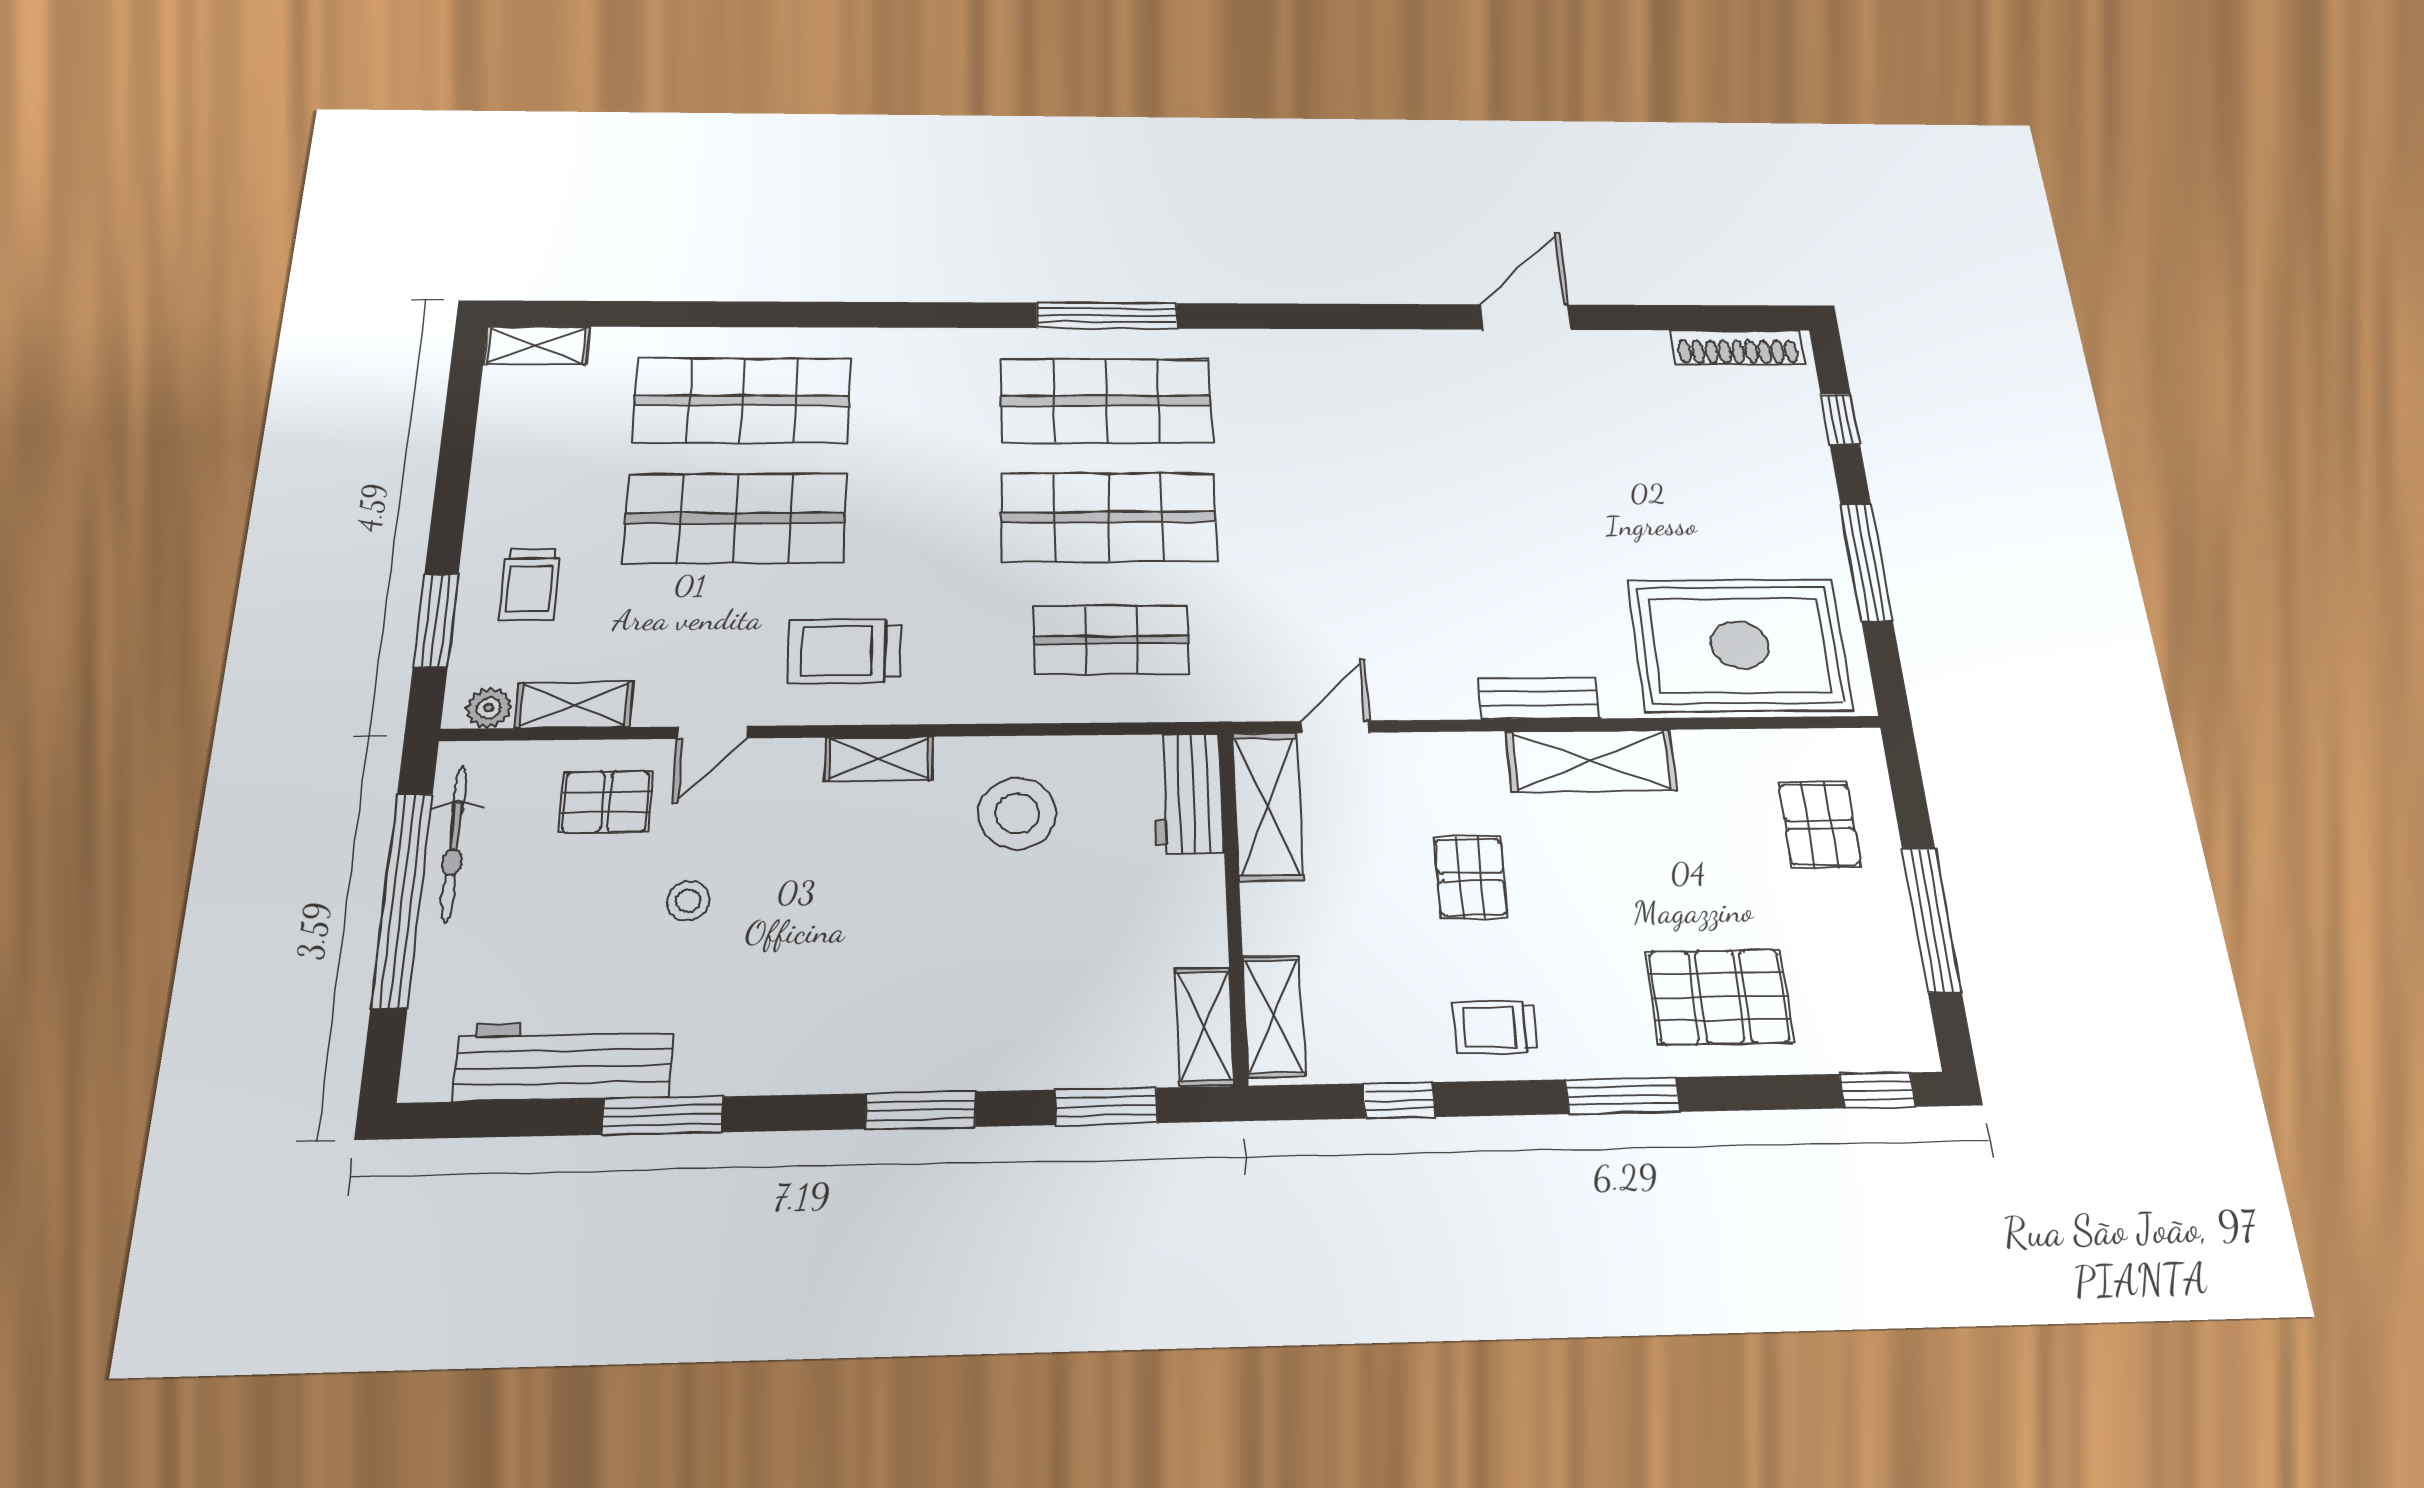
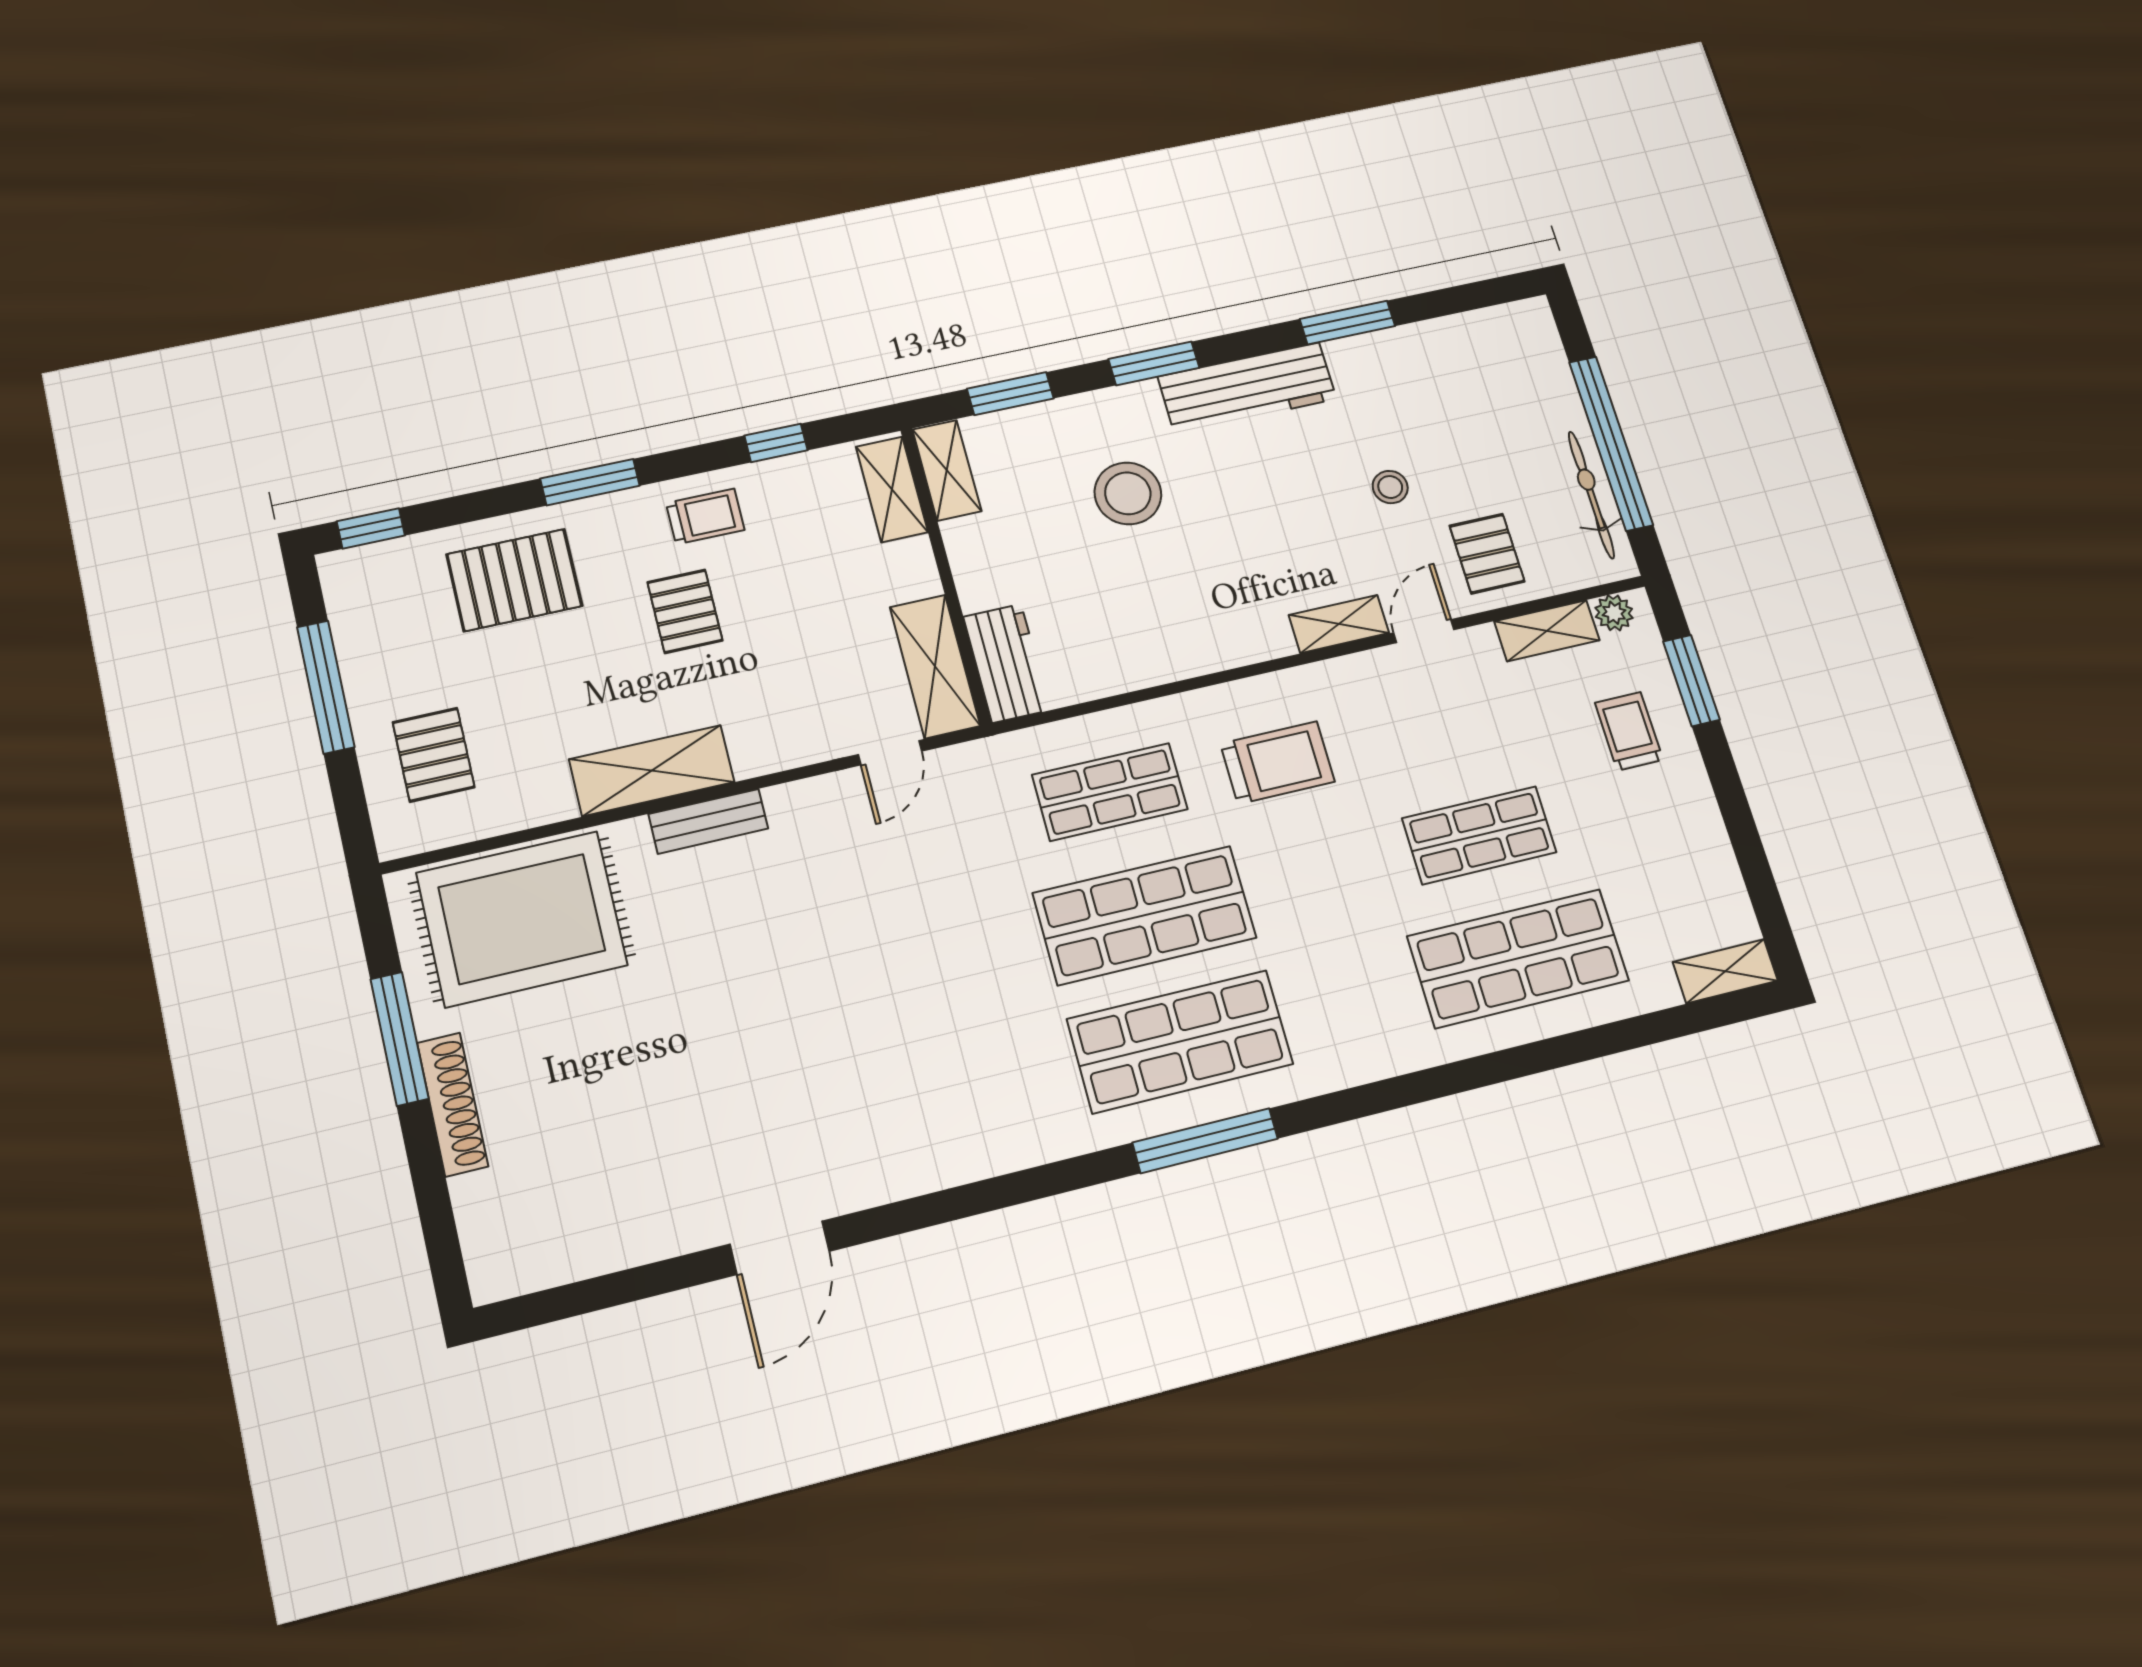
shoe rack: (1737, 347) -> (453, 1104), moved, turned 90
window: (1840, 419) -> (434, 1203), removed
shop shelf: (735, 518) -> (1479, 835), width x0.70, depth x0.74
trolley: (844, 651) -> (1277, 763), moved
shelving: (879, 759) -> (1339, 624), moved
pallet: (606, 802) -> (1487, 554), turned 90
stool: (1017, 813) -> (1128, 493), moved
pallet: (1471, 877) -> (685, 611), moved
workbench: (564, 1061) -> (1247, 388), moved

